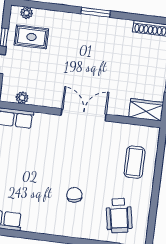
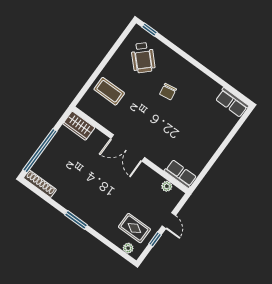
coffee table: (135, 162) -> (109, 91), turned 90
wheelchair: (119, 215) -> (143, 58), turned 146

